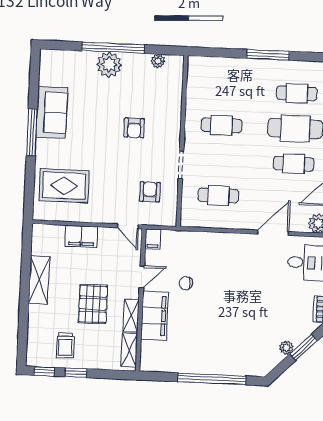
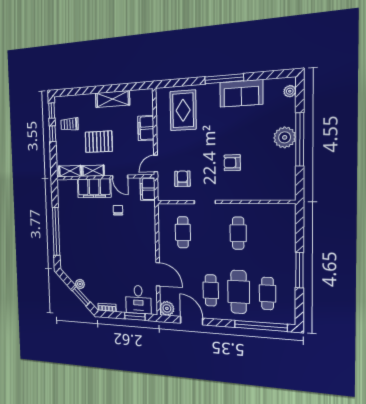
plant: (158, 61) -> (290, 91), moved
armchair: (150, 192) -> (182, 179), turned -90
filing cabinet: (153, 239) -> (148, 189), width x2.00

